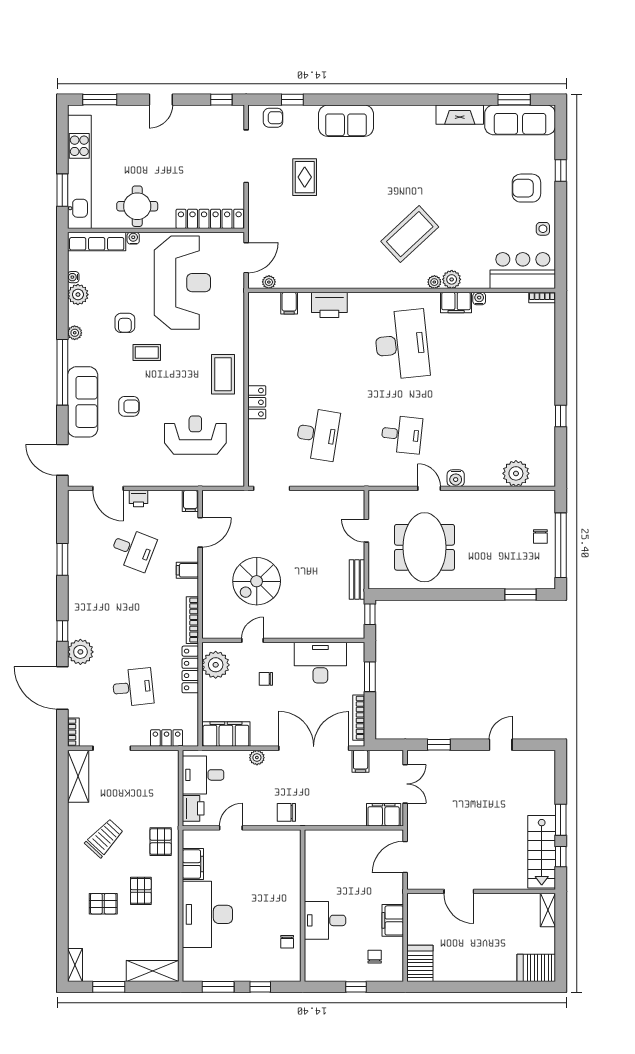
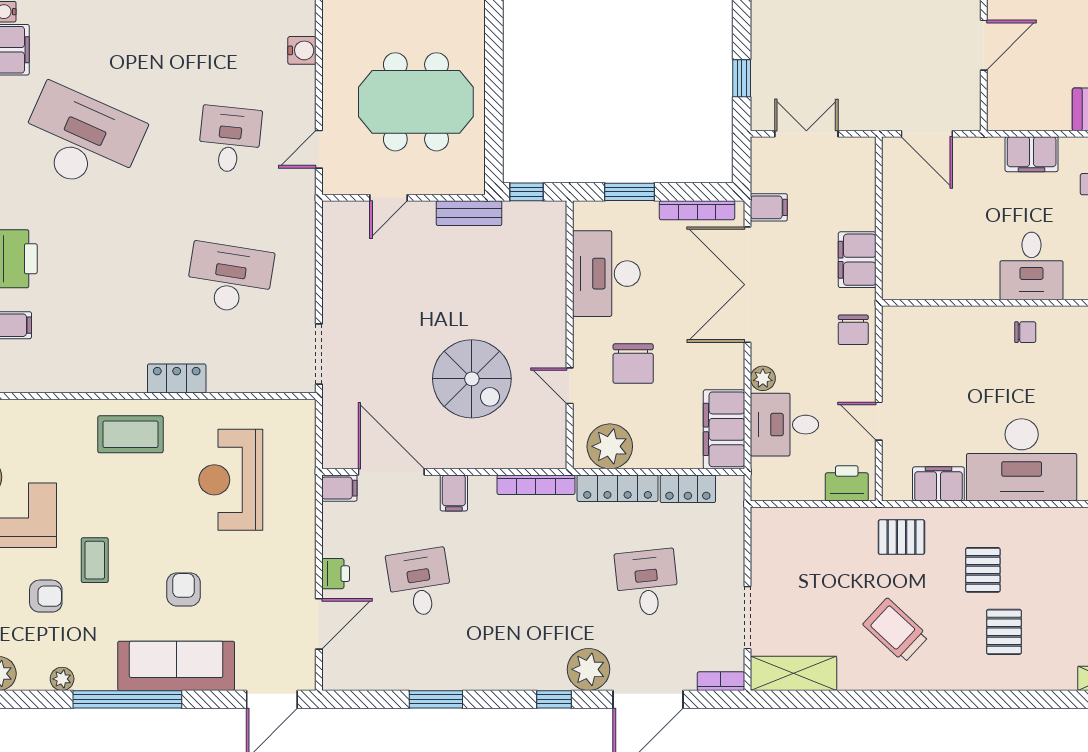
desk: (402, 344) -> (81, 139), turned 30
door: (429, 488) -> (319, 149), moved
door: (200, 532) -> (391, 472), width x1.36
desk: (133, 549) -> (419, 583), turned -30
chair: (266, 679) -> (633, 364), width x1.87, depth x1.87
locker: (167, 738) -> (688, 489), moved, turned -90
desk: (203, 775) -> (784, 425), moved, turned 90
filing cabinet: (384, 815) -> (857, 260), moved
pallet: (141, 891) -> (983, 570), turned 90
chair: (287, 942) -> (1025, 332), moved

